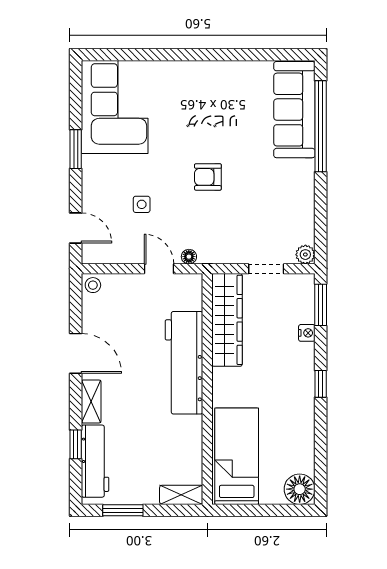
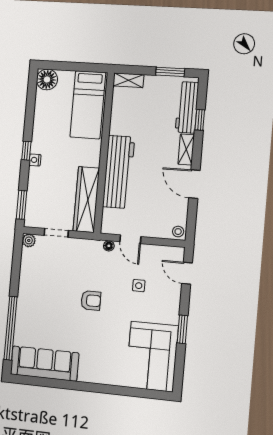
sofa: (294, 110) -> (45, 364), moved, turned -90
nightstand: (307, 333) -> (35, 160), moved

